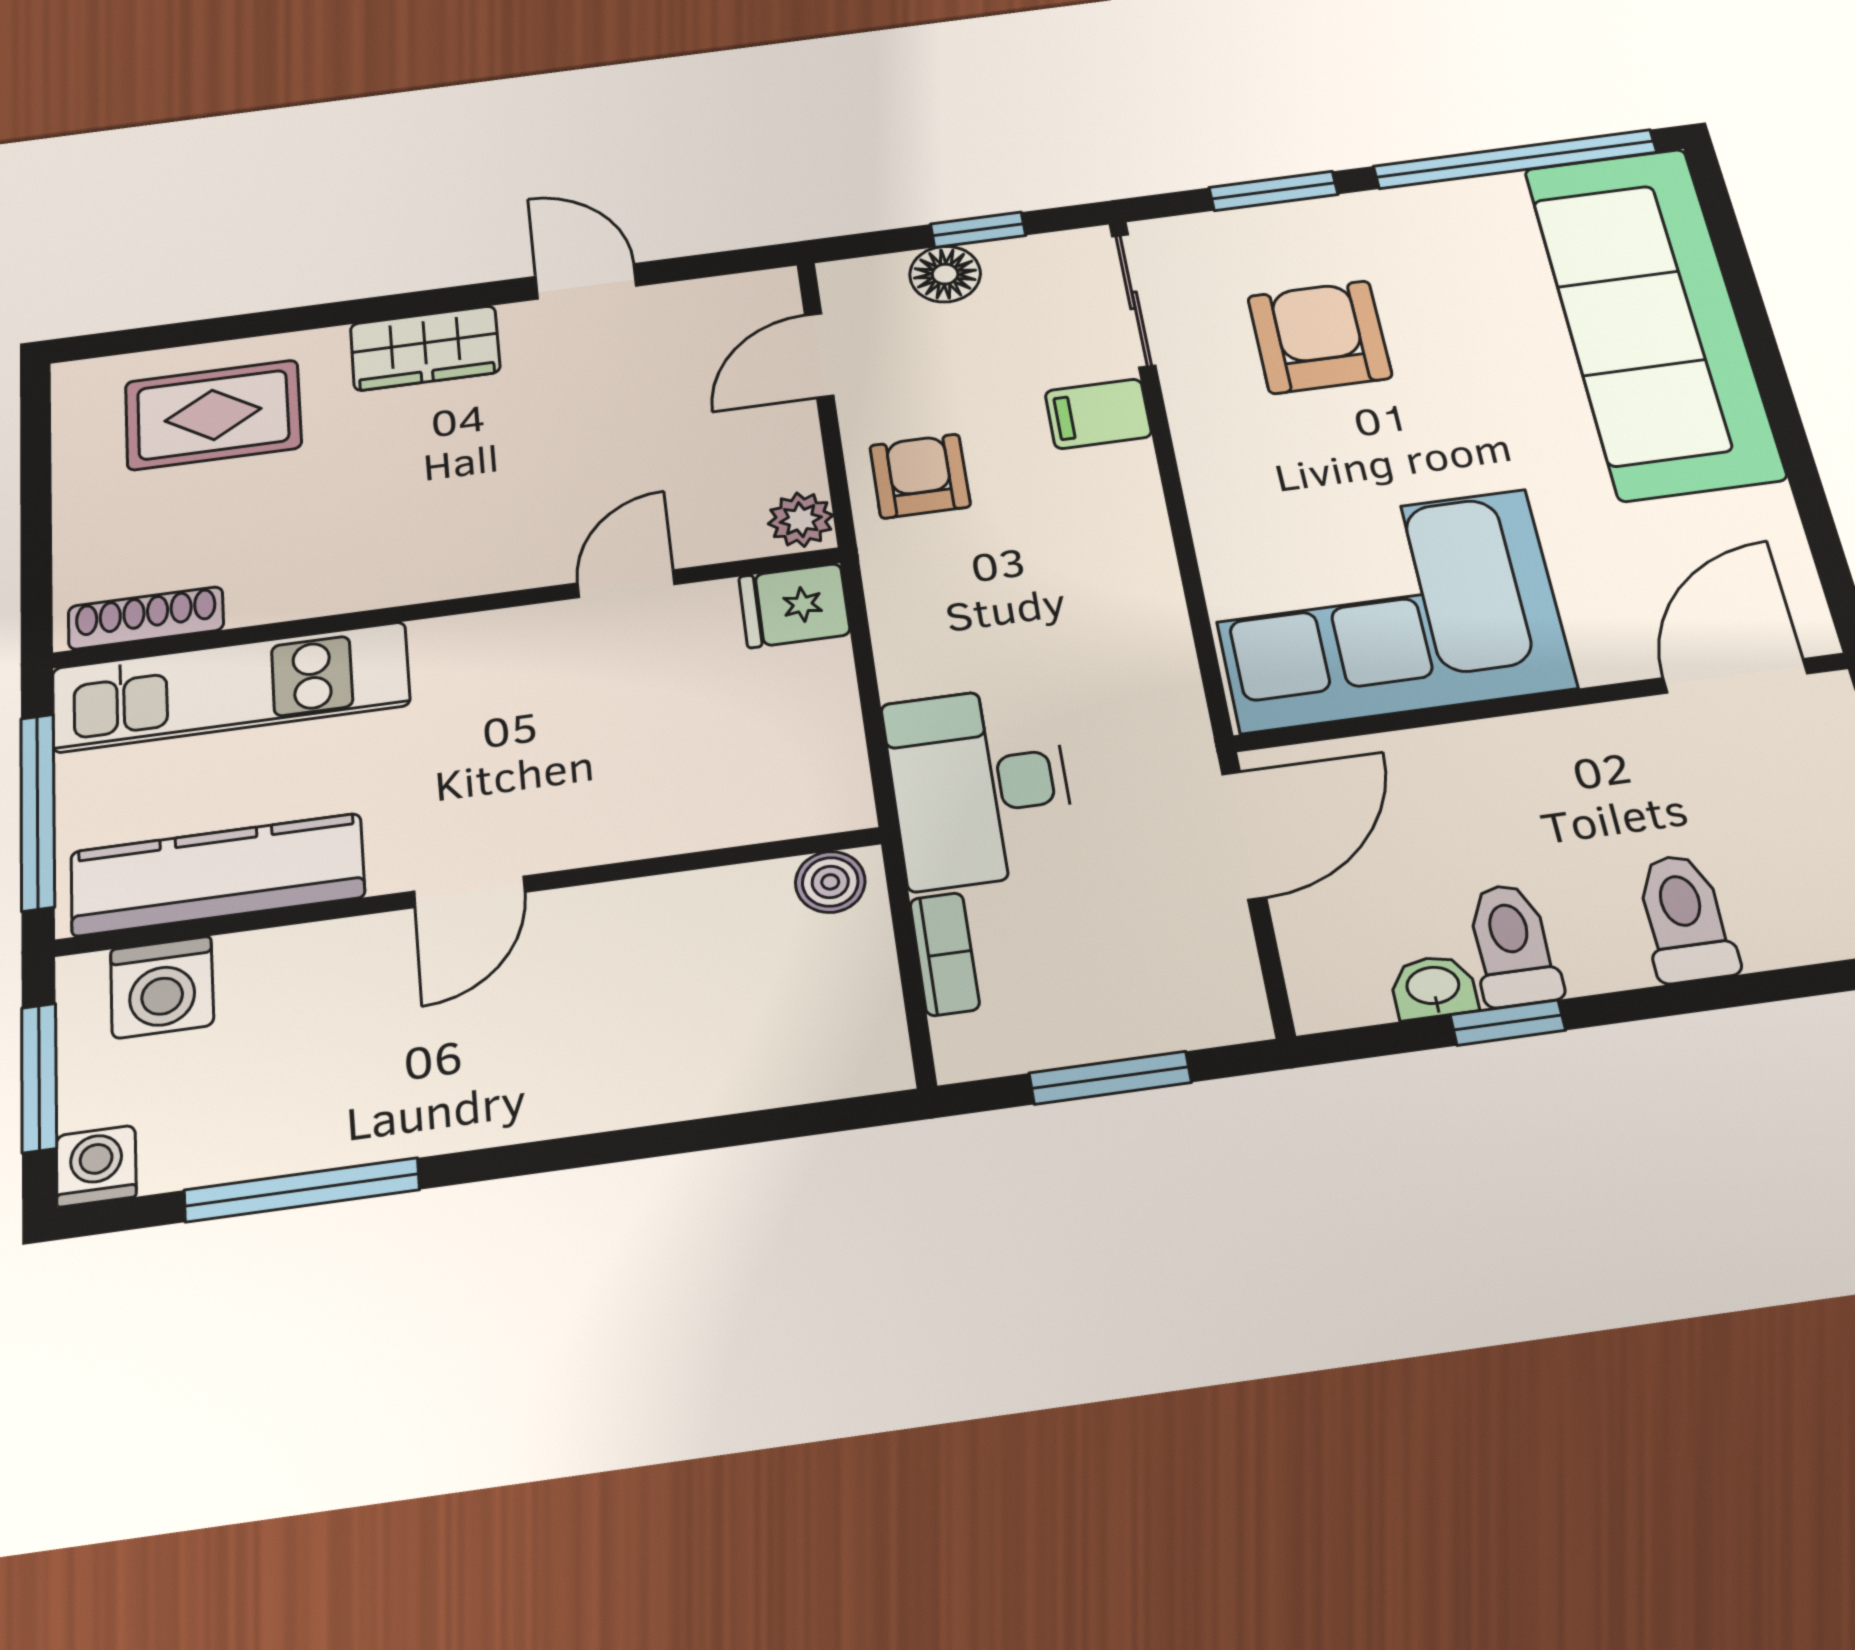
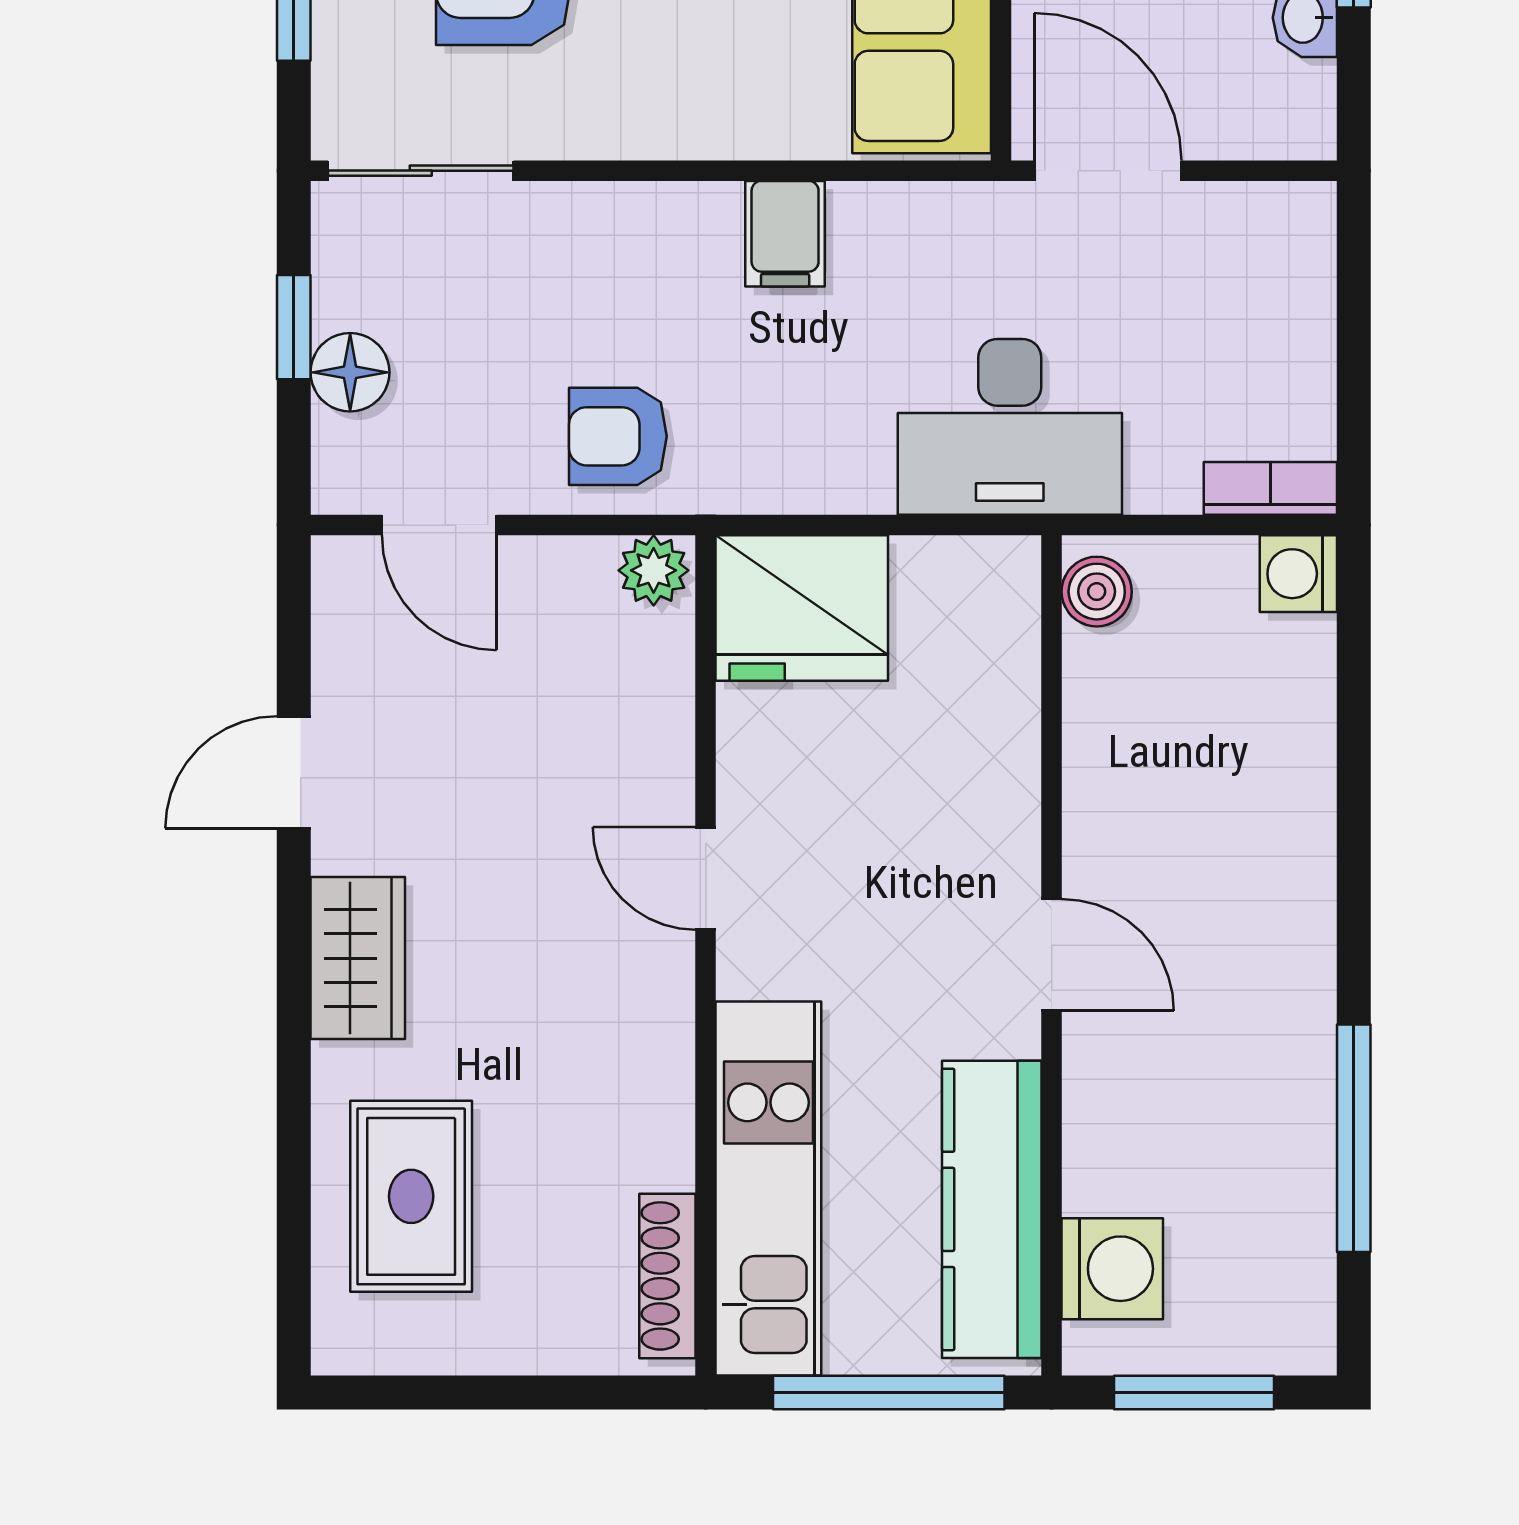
filing cabinet: (1098, 414) -> (785, 234), moved
door: (626, 584) -> (706, 878), moved
fridge: (794, 606) -> (802, 608), width x1.88, depth x1.34
bookcase: (945, 954) -> (1270, 488), moved
window: (1110, 1078) -> (1354, 347), removed
washing machine: (96, 1166) -> (1298, 574), moved

